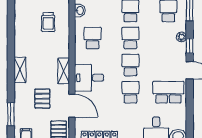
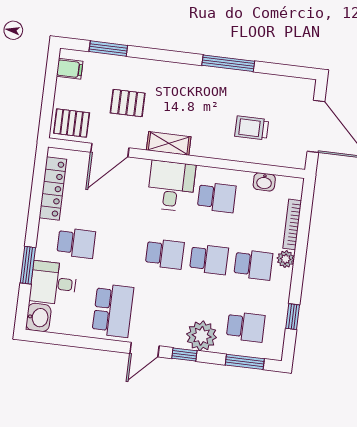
plant: (181, 37) -> (202, 336), width x1.88, depth x1.88
window: (11, 41) -> (228, 63), added
shelving: (20, 70) -> (179, 72), removed
desk: (89, 78) -> (171, 186), moved
school desk: (130, 92) -> (76, 243), moved

